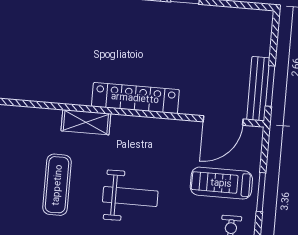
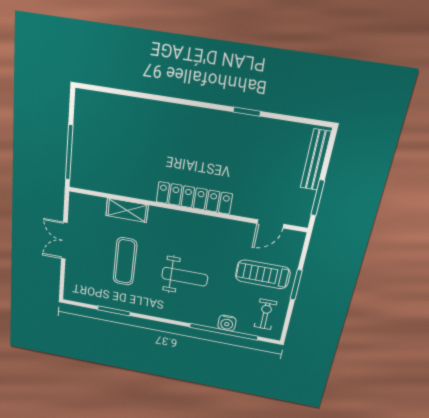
bench: (258, 89) -> (316, 160), moved
door: (223, 120) -> (270, 224), width x0.73
shelving: (86, 122) -> (127, 210), moved

